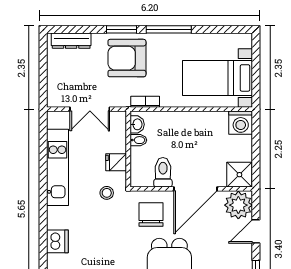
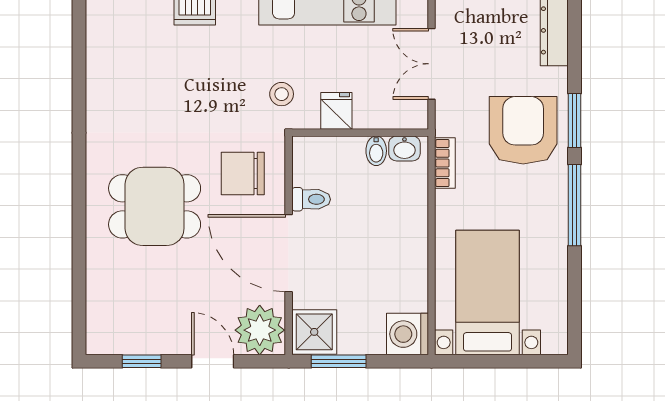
window: (256, 161) -> (339, 361), added
toilet: (163, 172) -> (311, 199), width x0.73, depth x0.72
chair: (151, 215) -> (243, 174), turned 180

